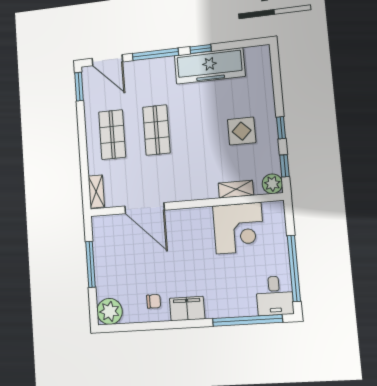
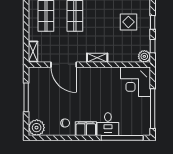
shelving: (236, 189) -> (97, 58), moved
corner desk: (239, 228) -> (136, 82), moved, turned 90
desk: (275, 296) -> (108, 124), moved

